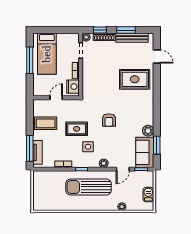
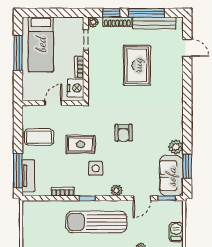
window: (126, 30) -> (146, 13), width x1.44
rug: (135, 79) -> (137, 65), moved, turned 90

